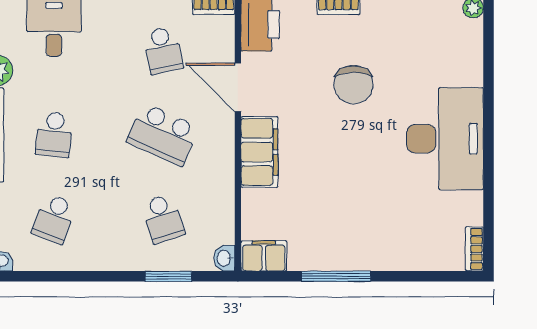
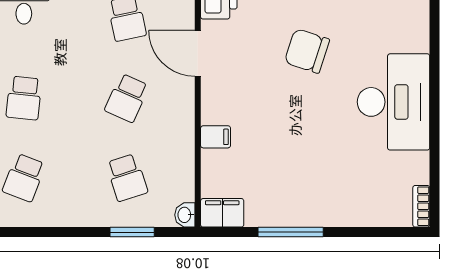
chair: (353, 85) -> (307, 51), turned 108
school desk: (163, 134) -> (127, 98), width x0.54
filing cabinet: (259, 152) -> (216, 137), width x0.33, depth x0.86

